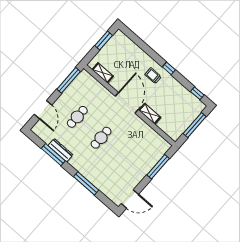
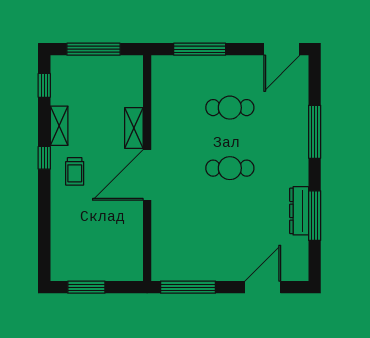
shelving: (103, 73) -> (59, 126), moved
cafe table: (77, 117) -> (230, 108), moved
door: (130, 199) -> (282, 49), swing flipped

